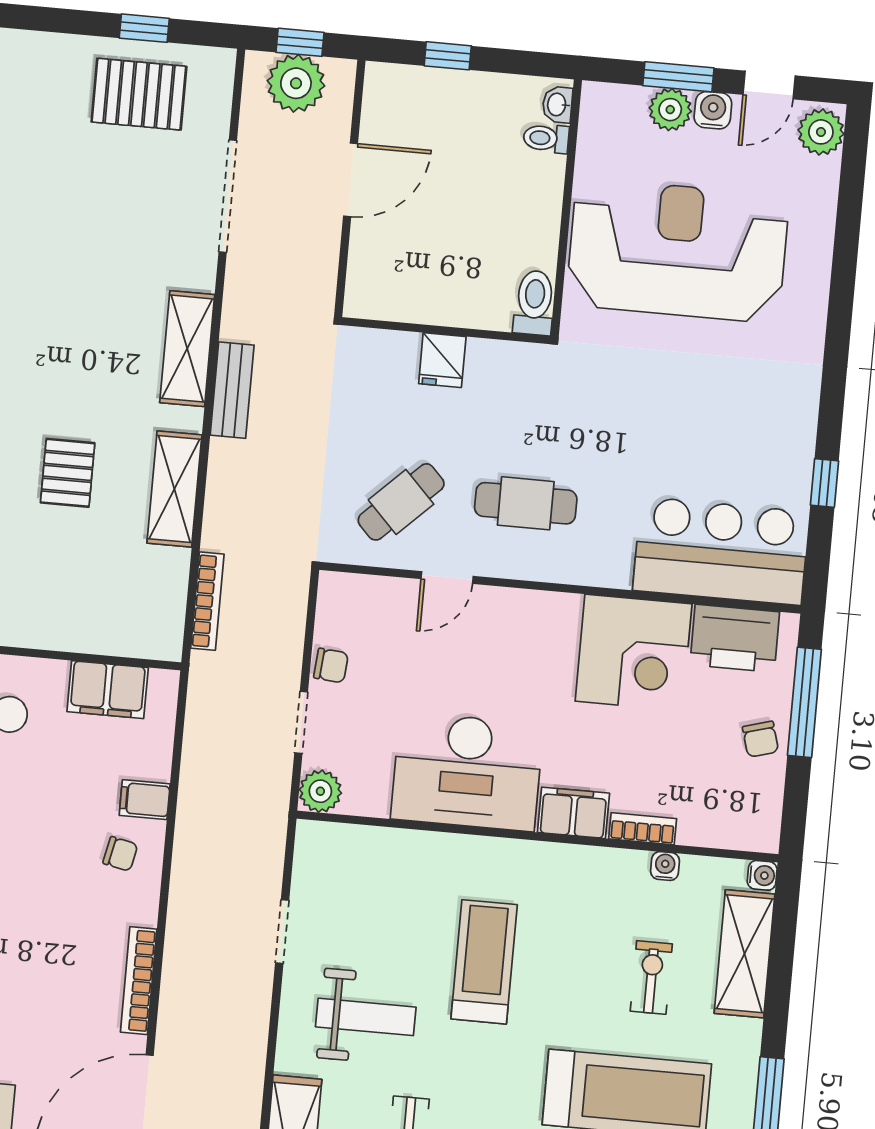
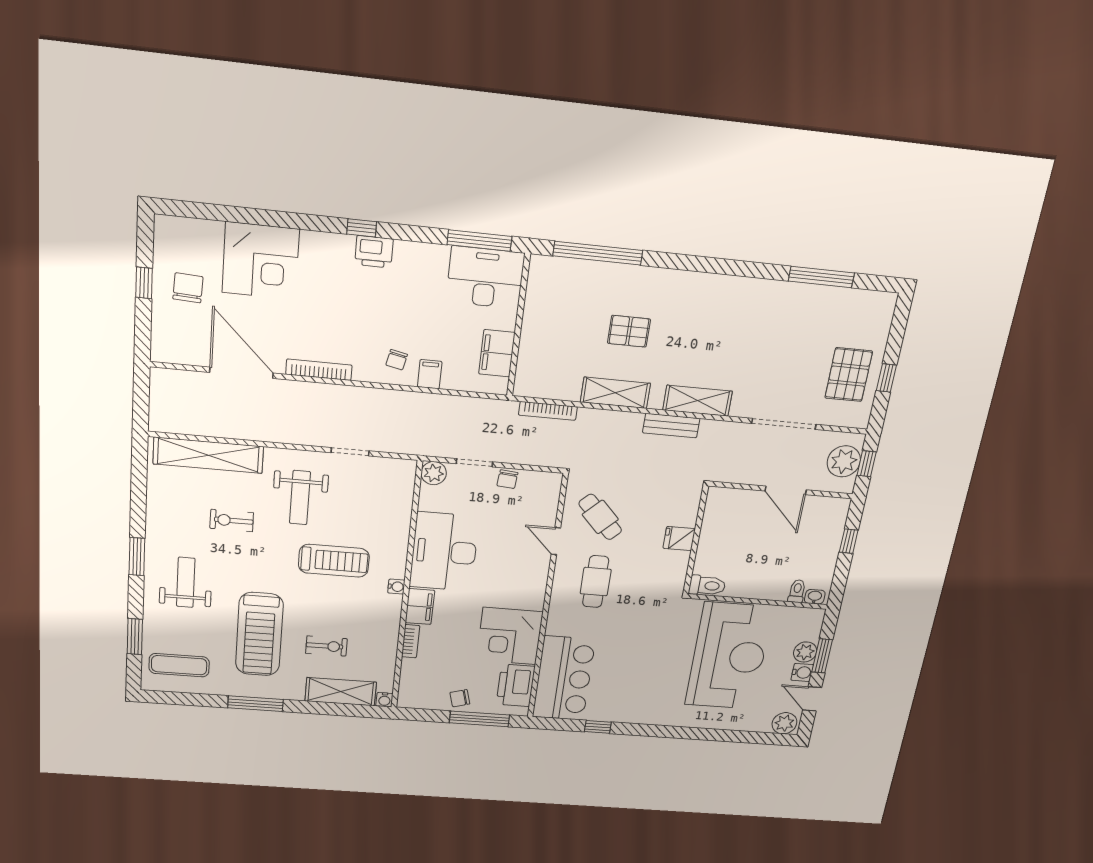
water cooler: (665, 866) -> (396, 587), moved

